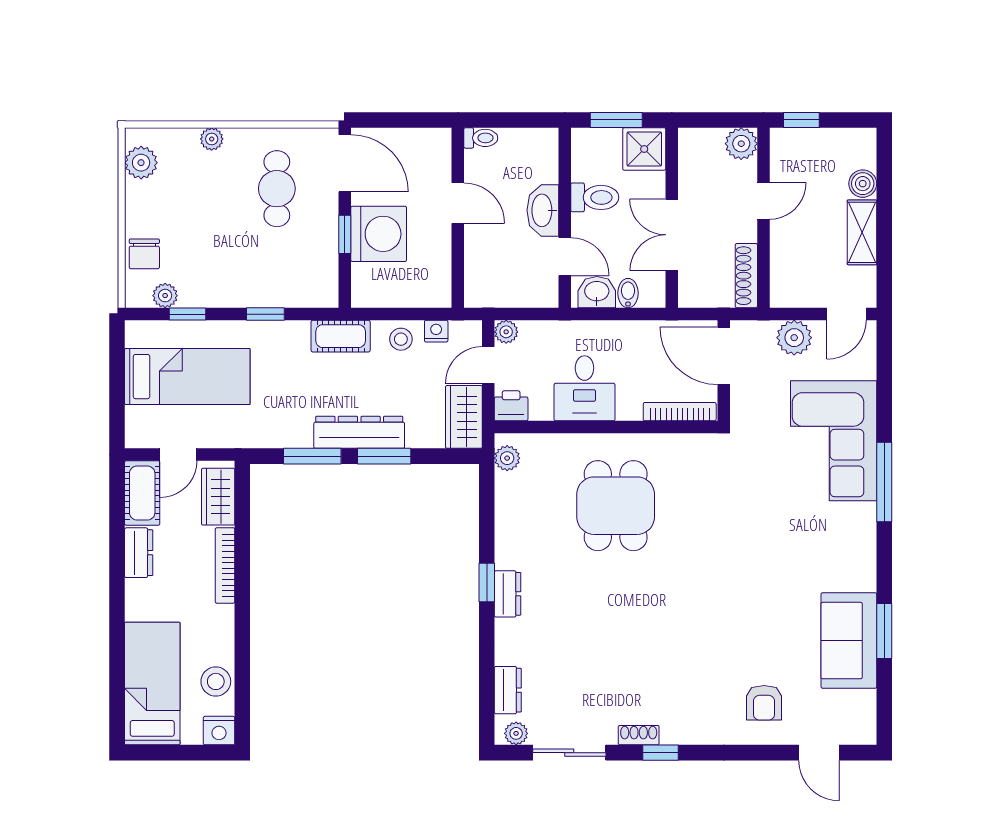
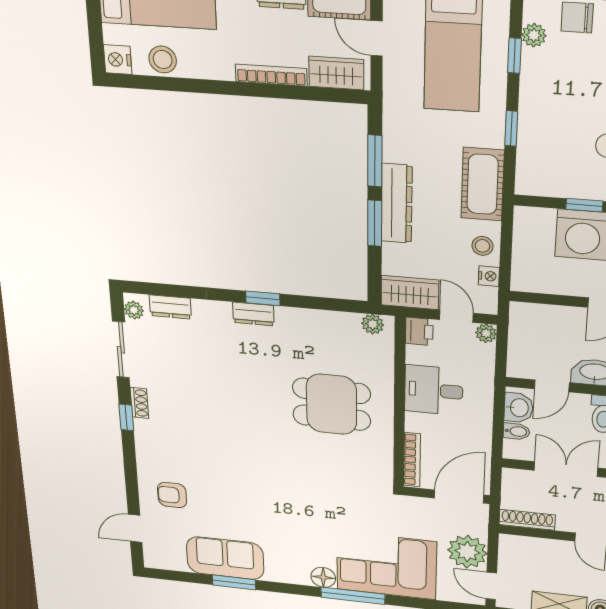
cot: (341, 336) -> (483, 184), width x1.37, depth x1.34
plant: (794, 338) -> (467, 552), width x1.36, depth x1.36
floor lamp: (861, 518) -> (323, 577), added

